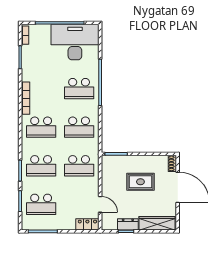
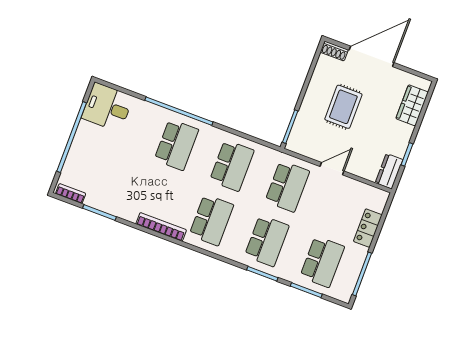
desk: (75, 42) -> (107, 107), width x0.53, depth x0.77
door: (100, 204) -> (332, 169), moved
wardrobe: (157, 223) -> (412, 105), width x0.67
locker: (87, 224) -> (368, 228), moved
dresser: (128, 224) -> (389, 171), moved

